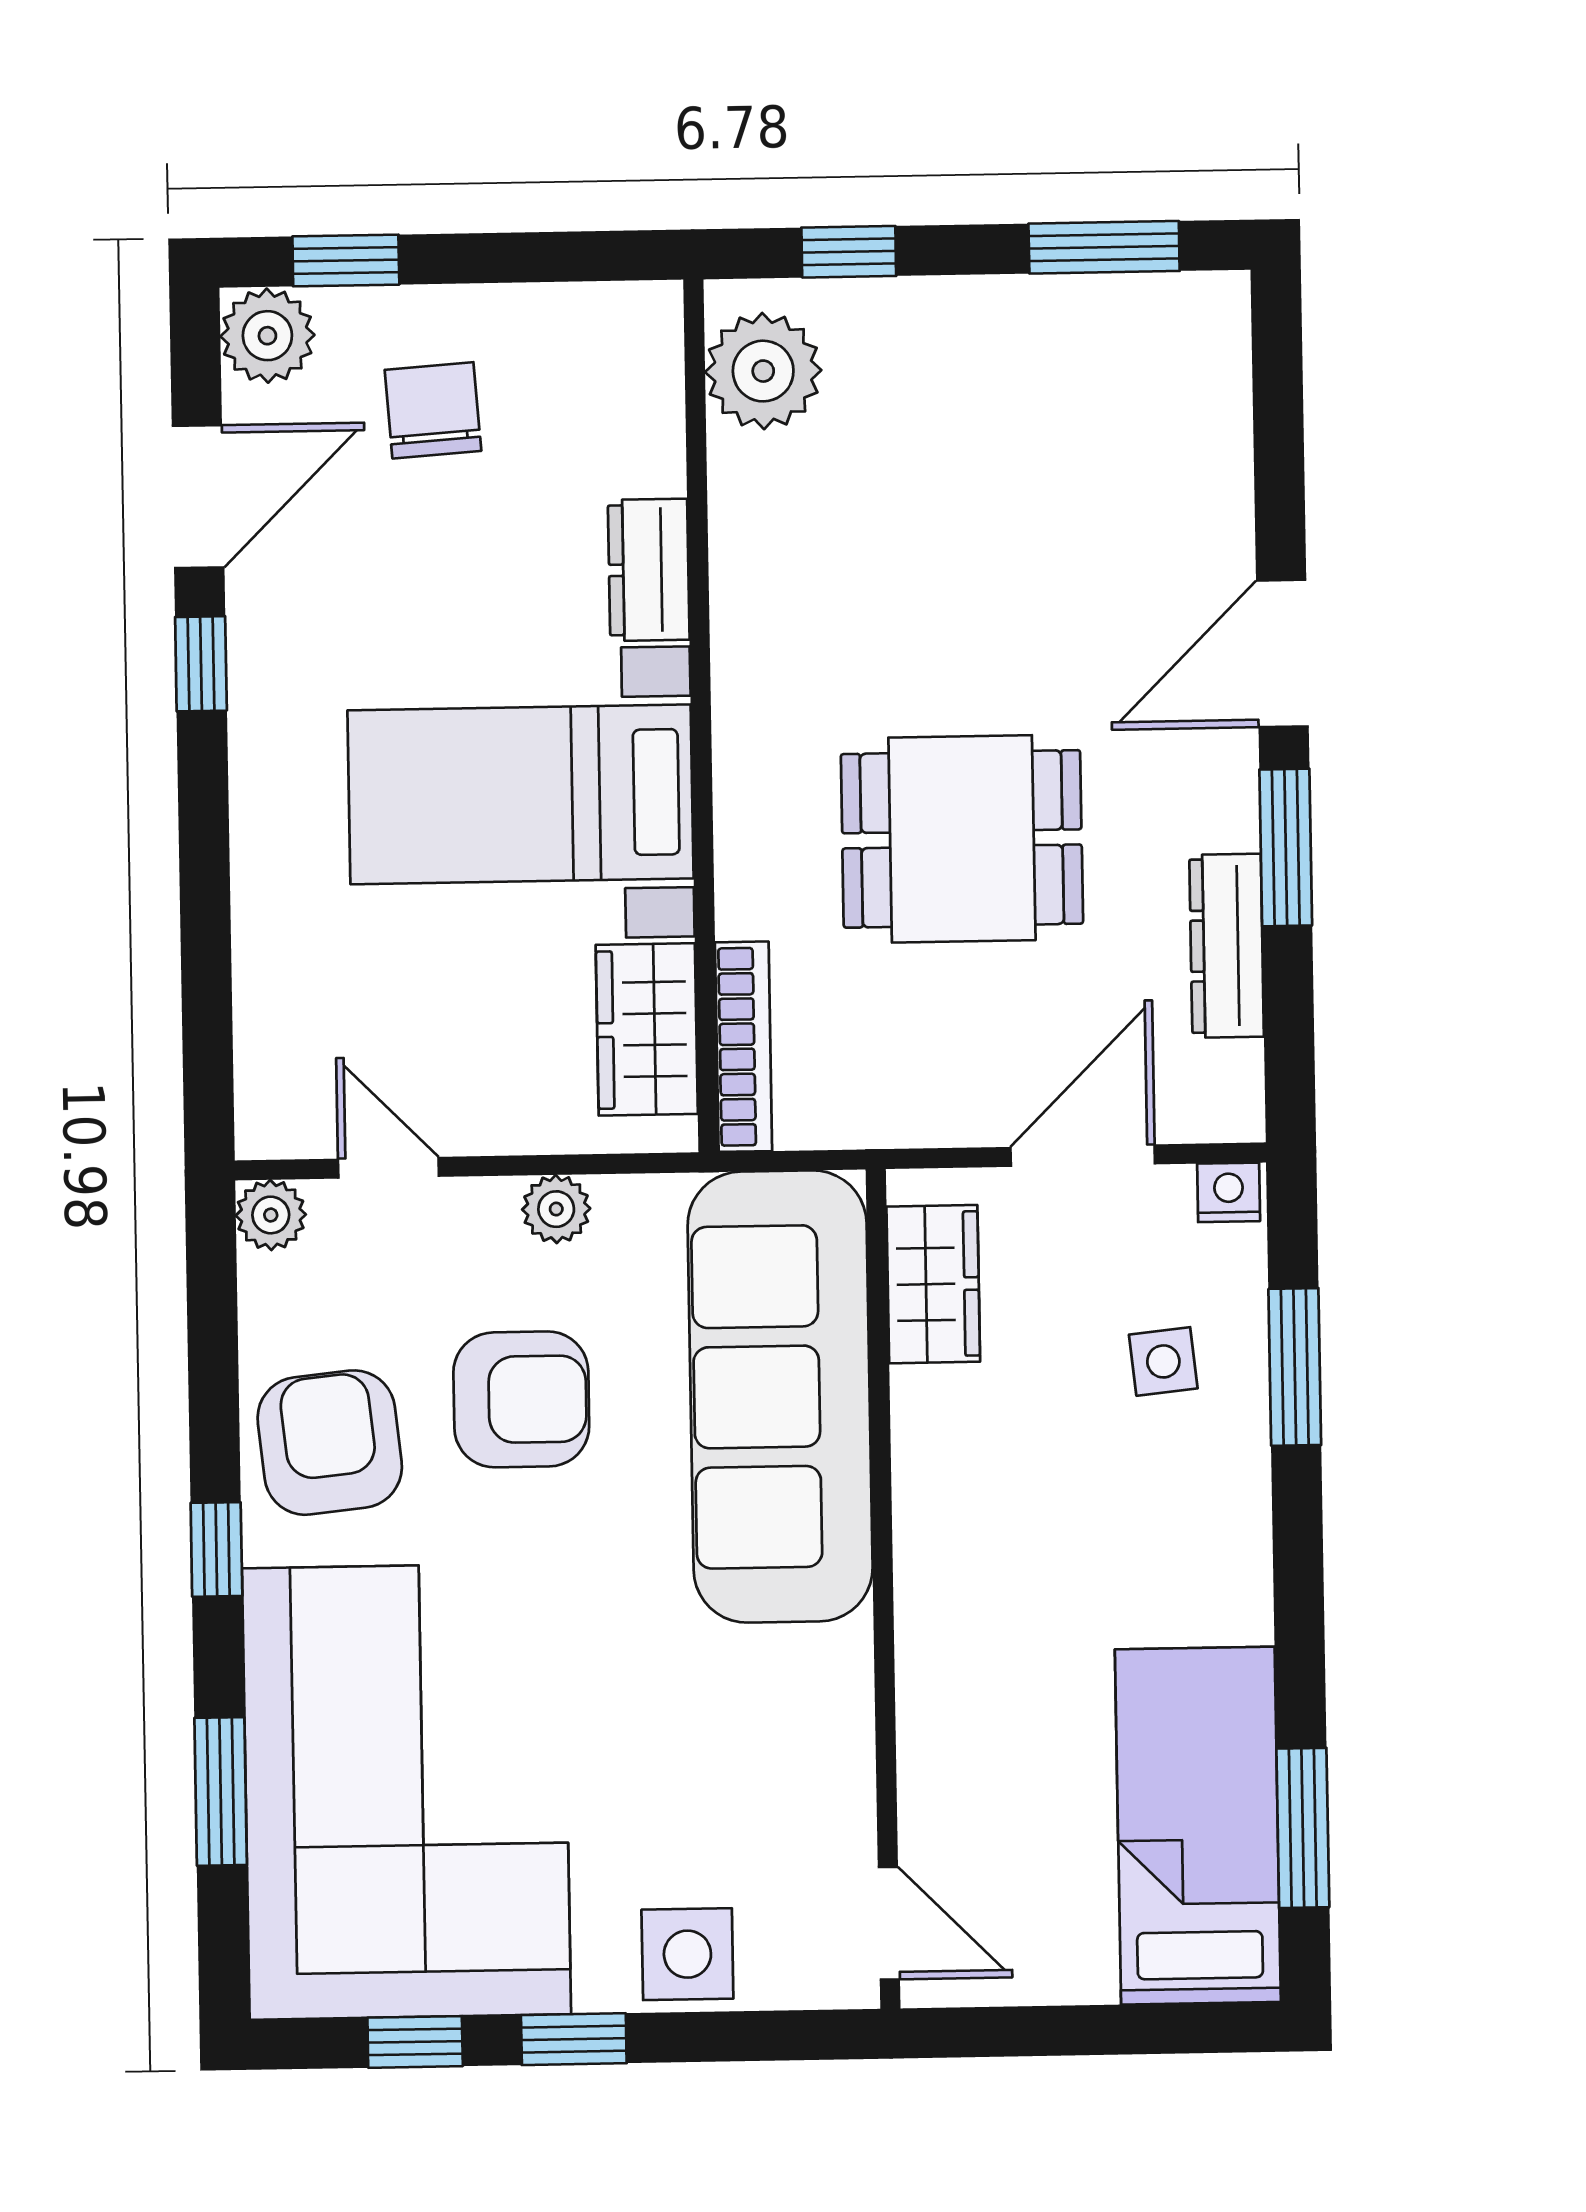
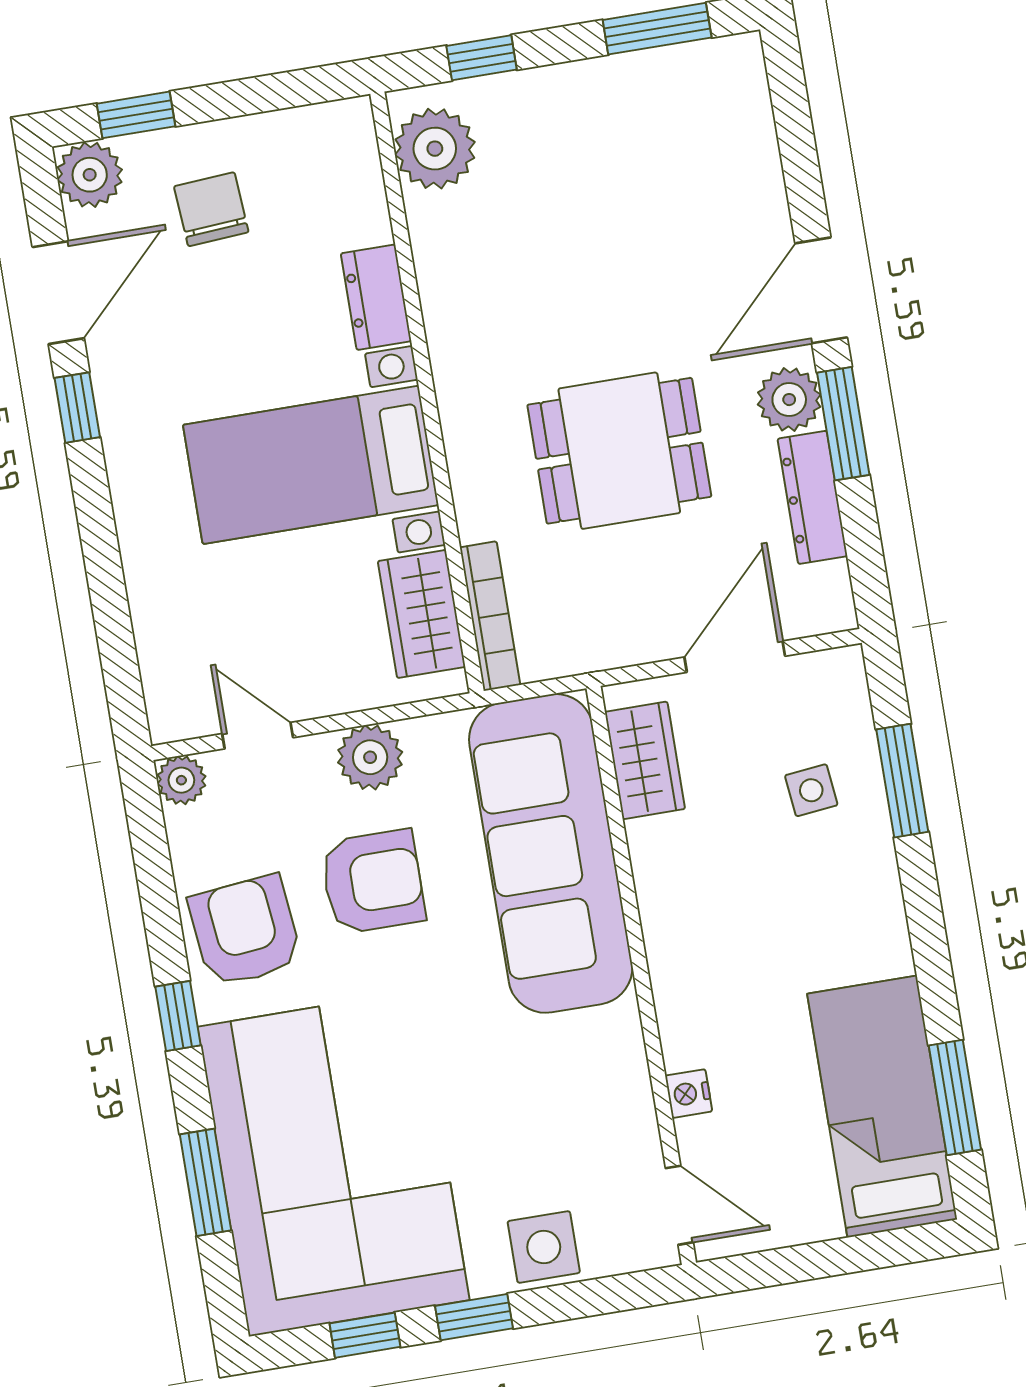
plant: (1214, 802) -> (789, 400), added
nightstand: (1229, 1192) -> (689, 1094), moved, turned -90
plant: (556, 1209) -> (370, 757), width x1.38, depth x1.38

